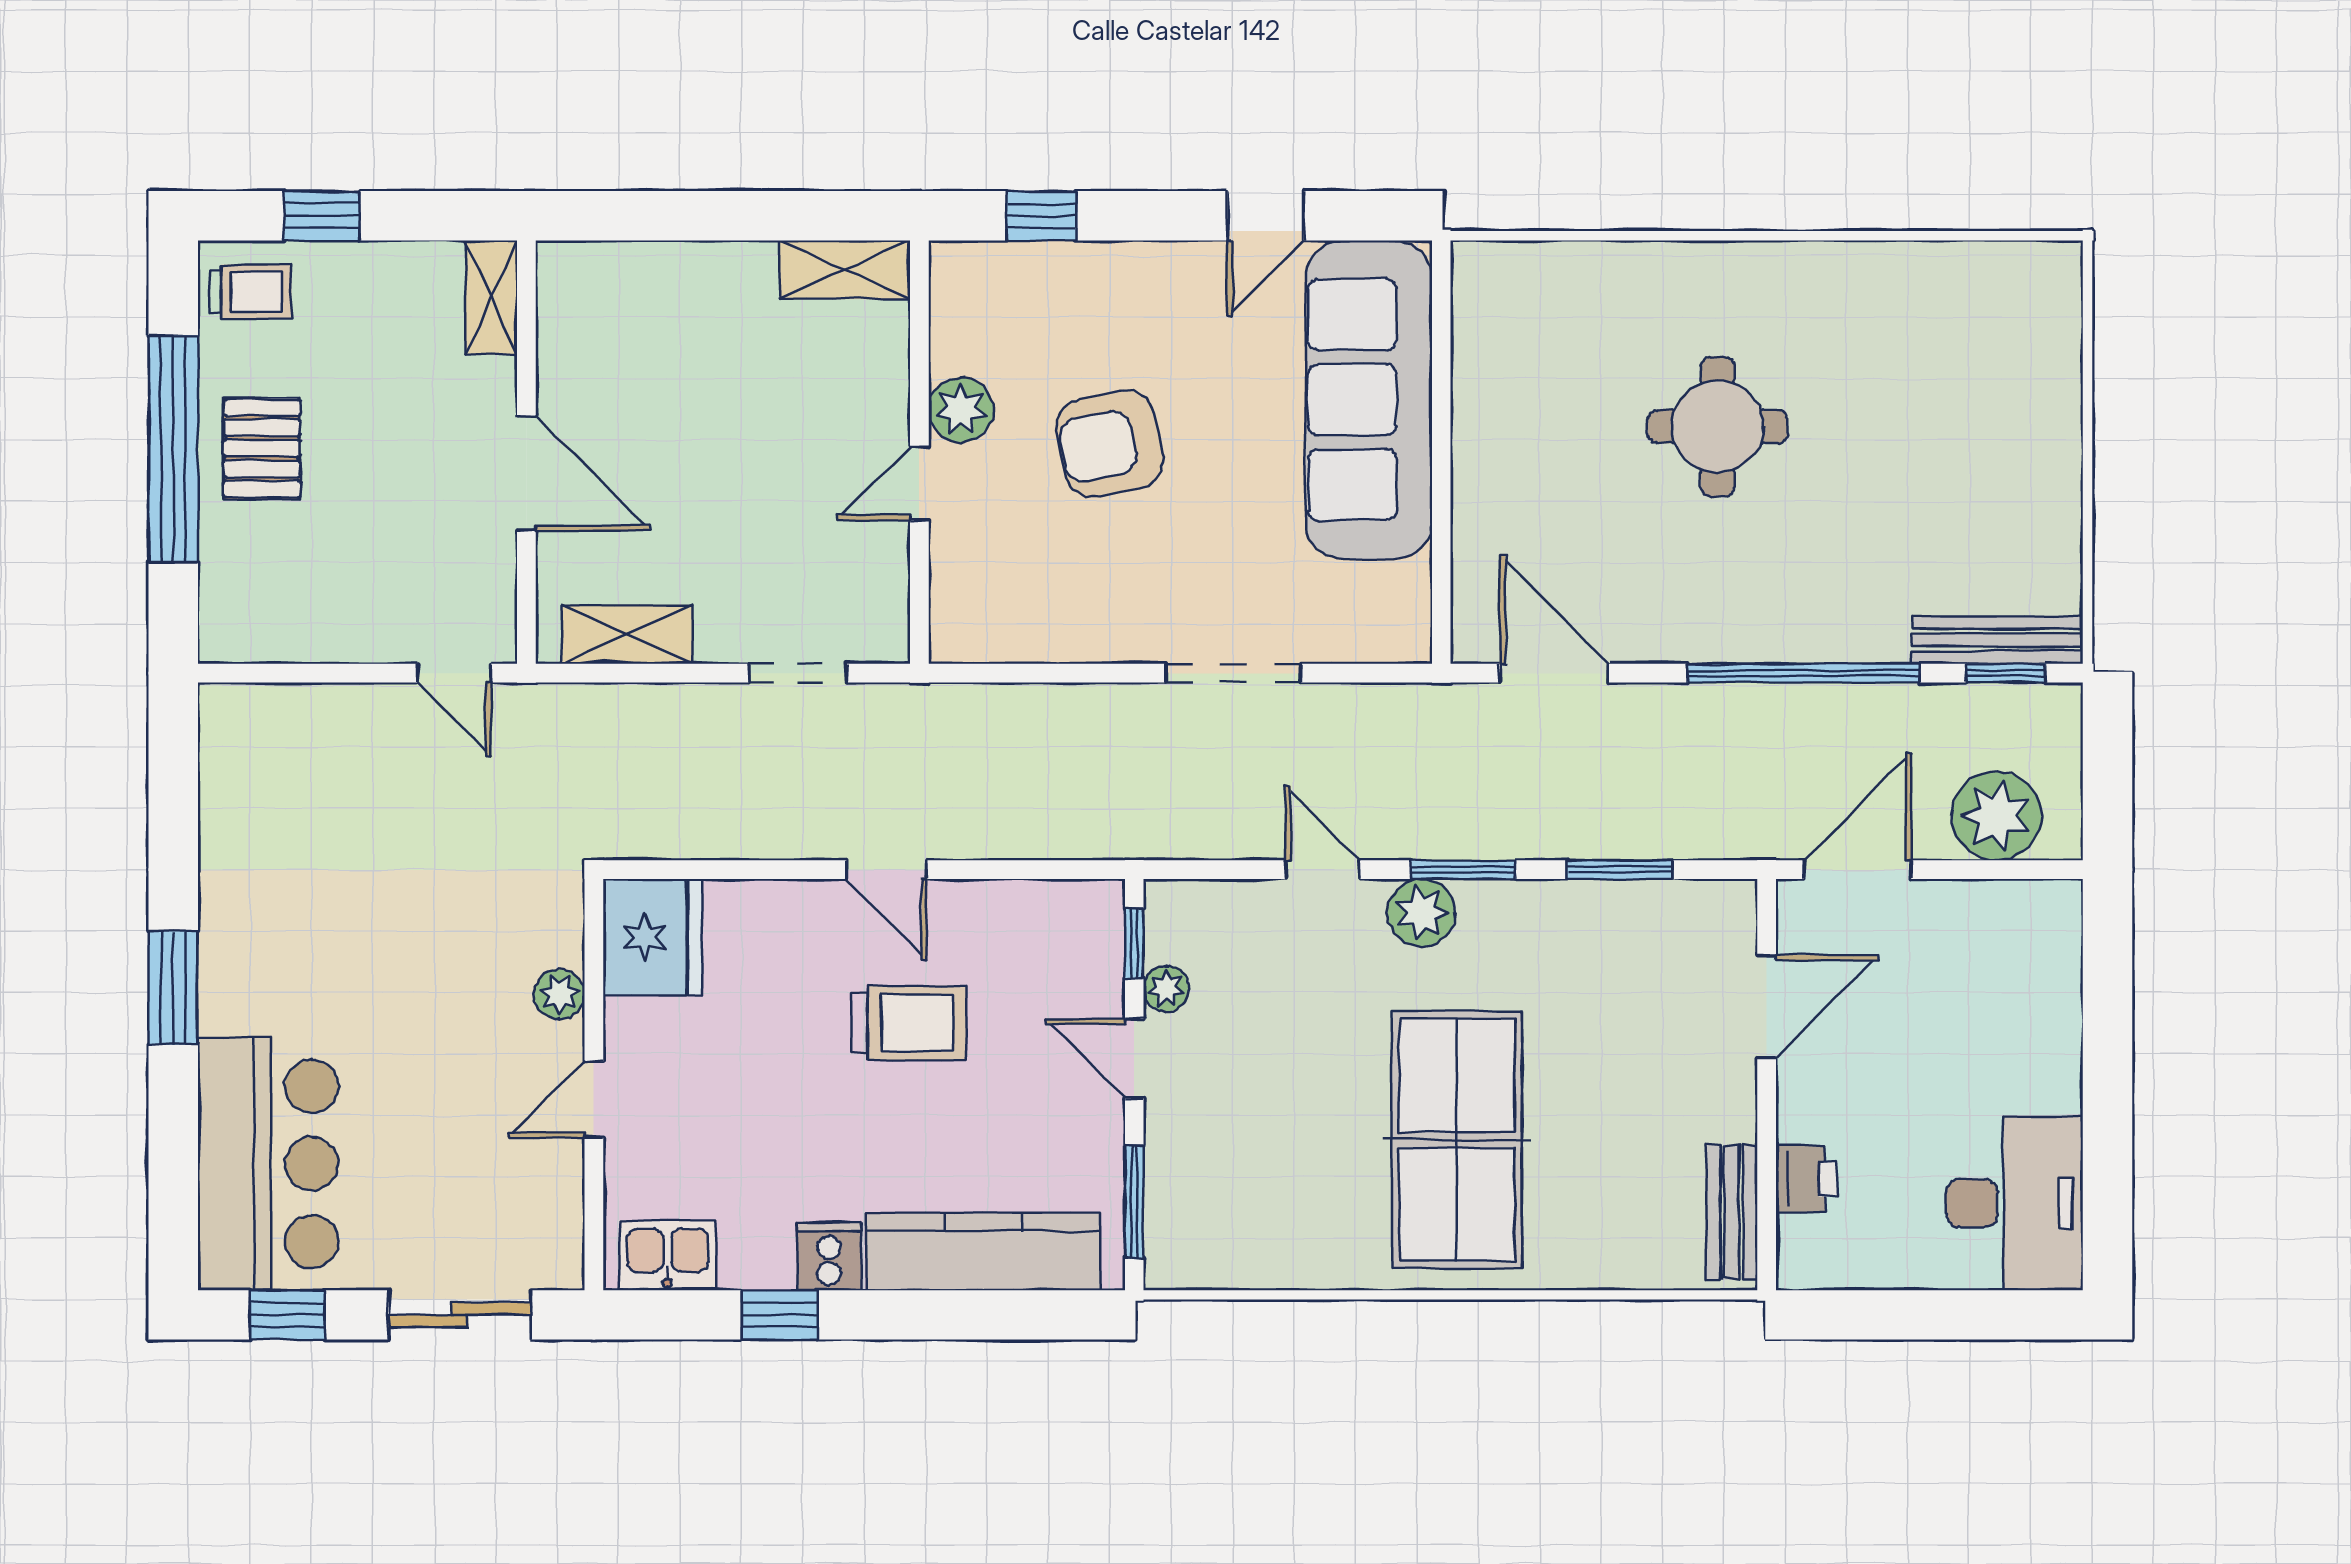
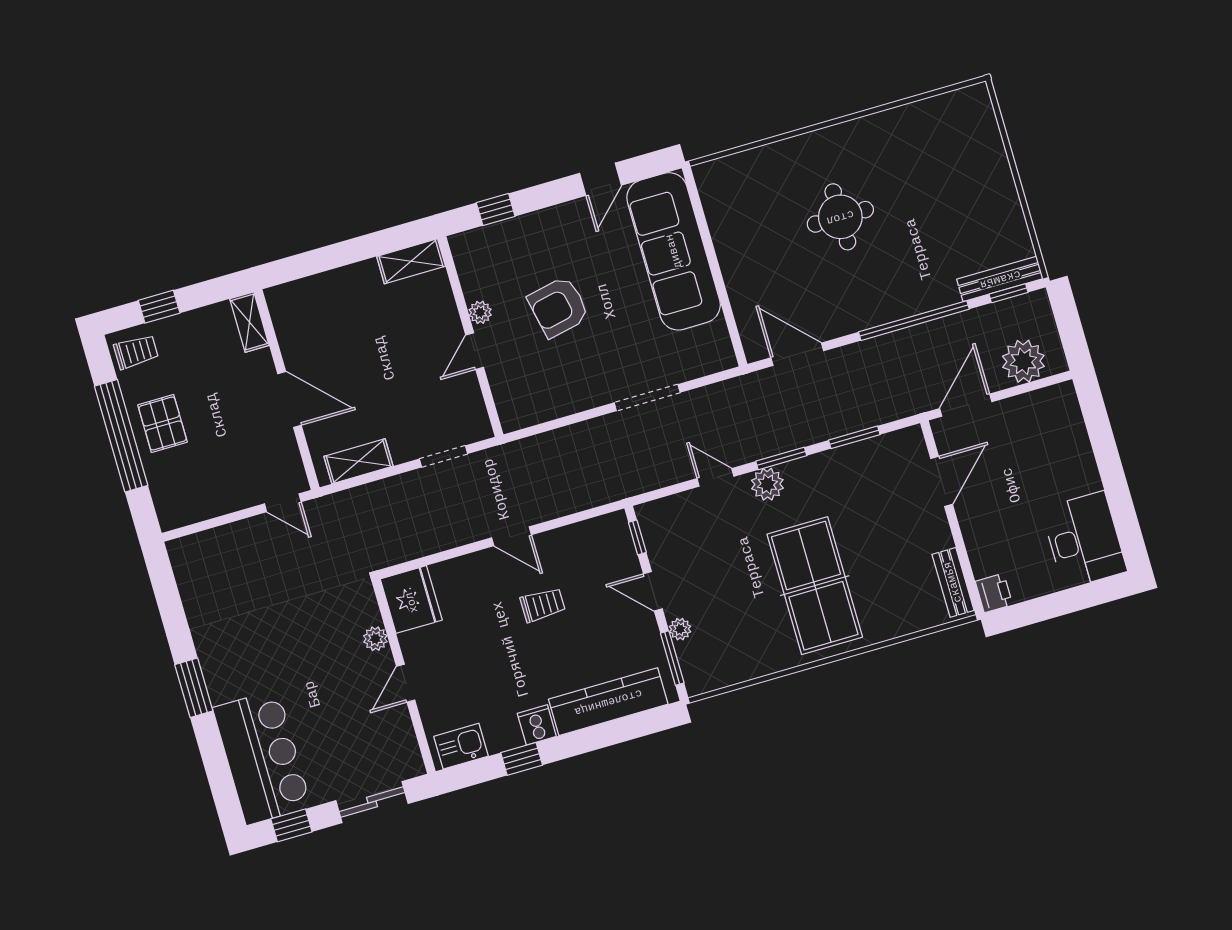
plant: (961, 410) -> (480, 312), width x0.73, depth x0.73
plant: (1166, 989) -> (680, 629), moved
trolley: (909, 1023) -> (543, 605), width x0.73, depth x0.72
printer: (1807, 1179) -> (994, 593), moved

